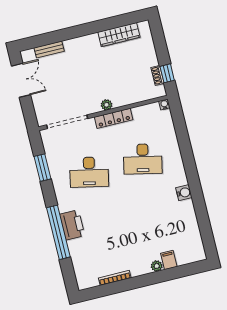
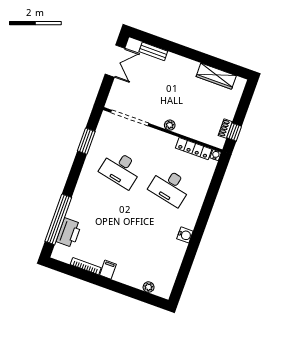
locker: (114, 118) -> (194, 149), moved
printer: (72, 225) -> (69, 233), moved
window: (58, 232) -> (58, 219), moved
filing cabinet: (169, 260) -> (108, 270), moved
plant: (157, 266) -> (149, 287), moved

